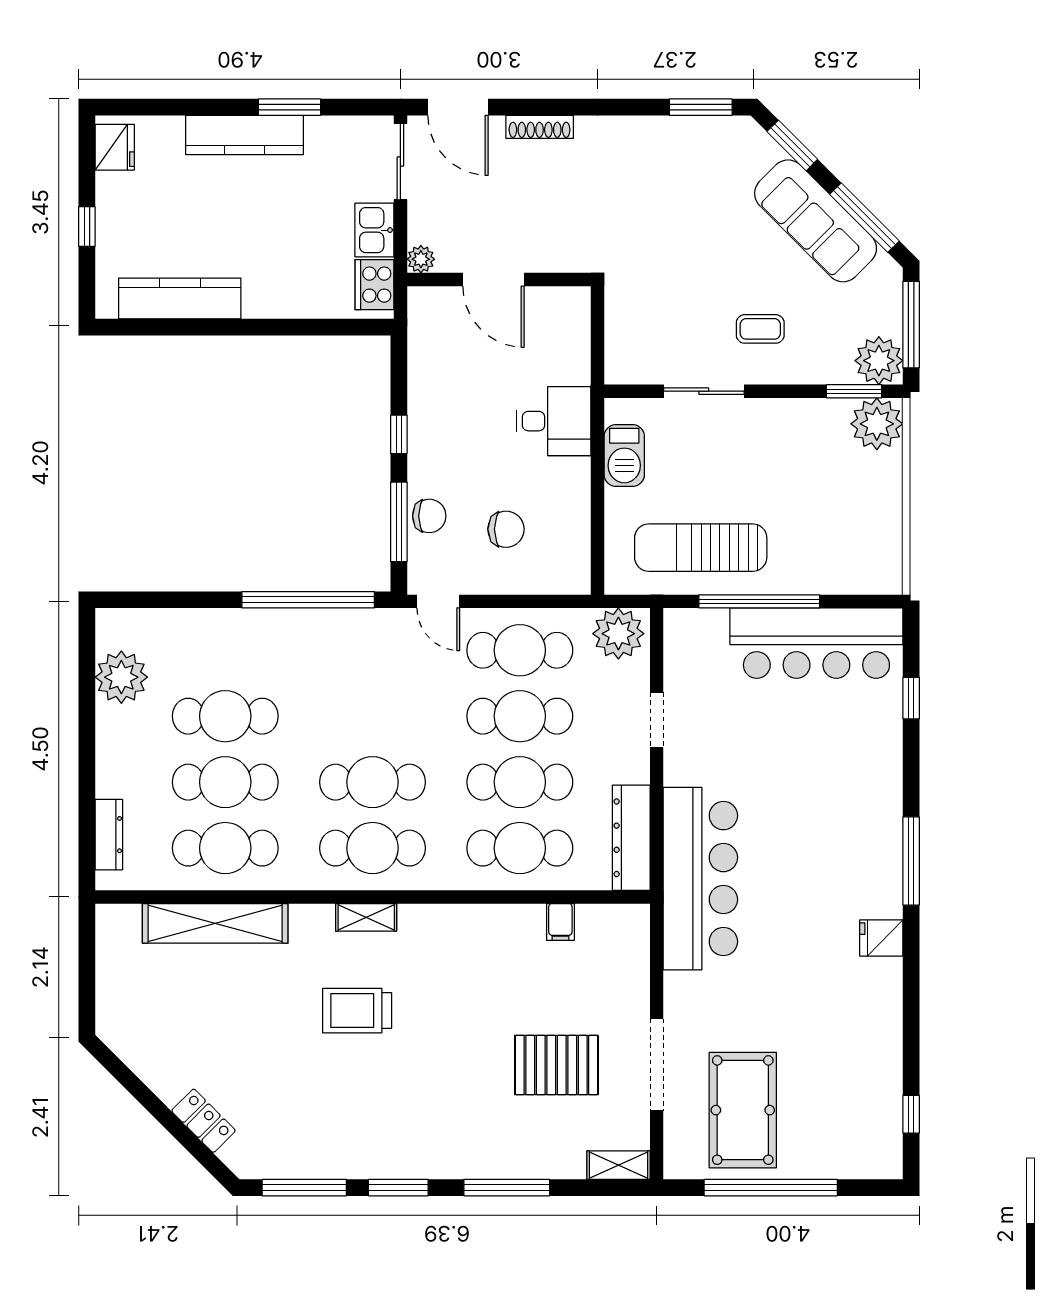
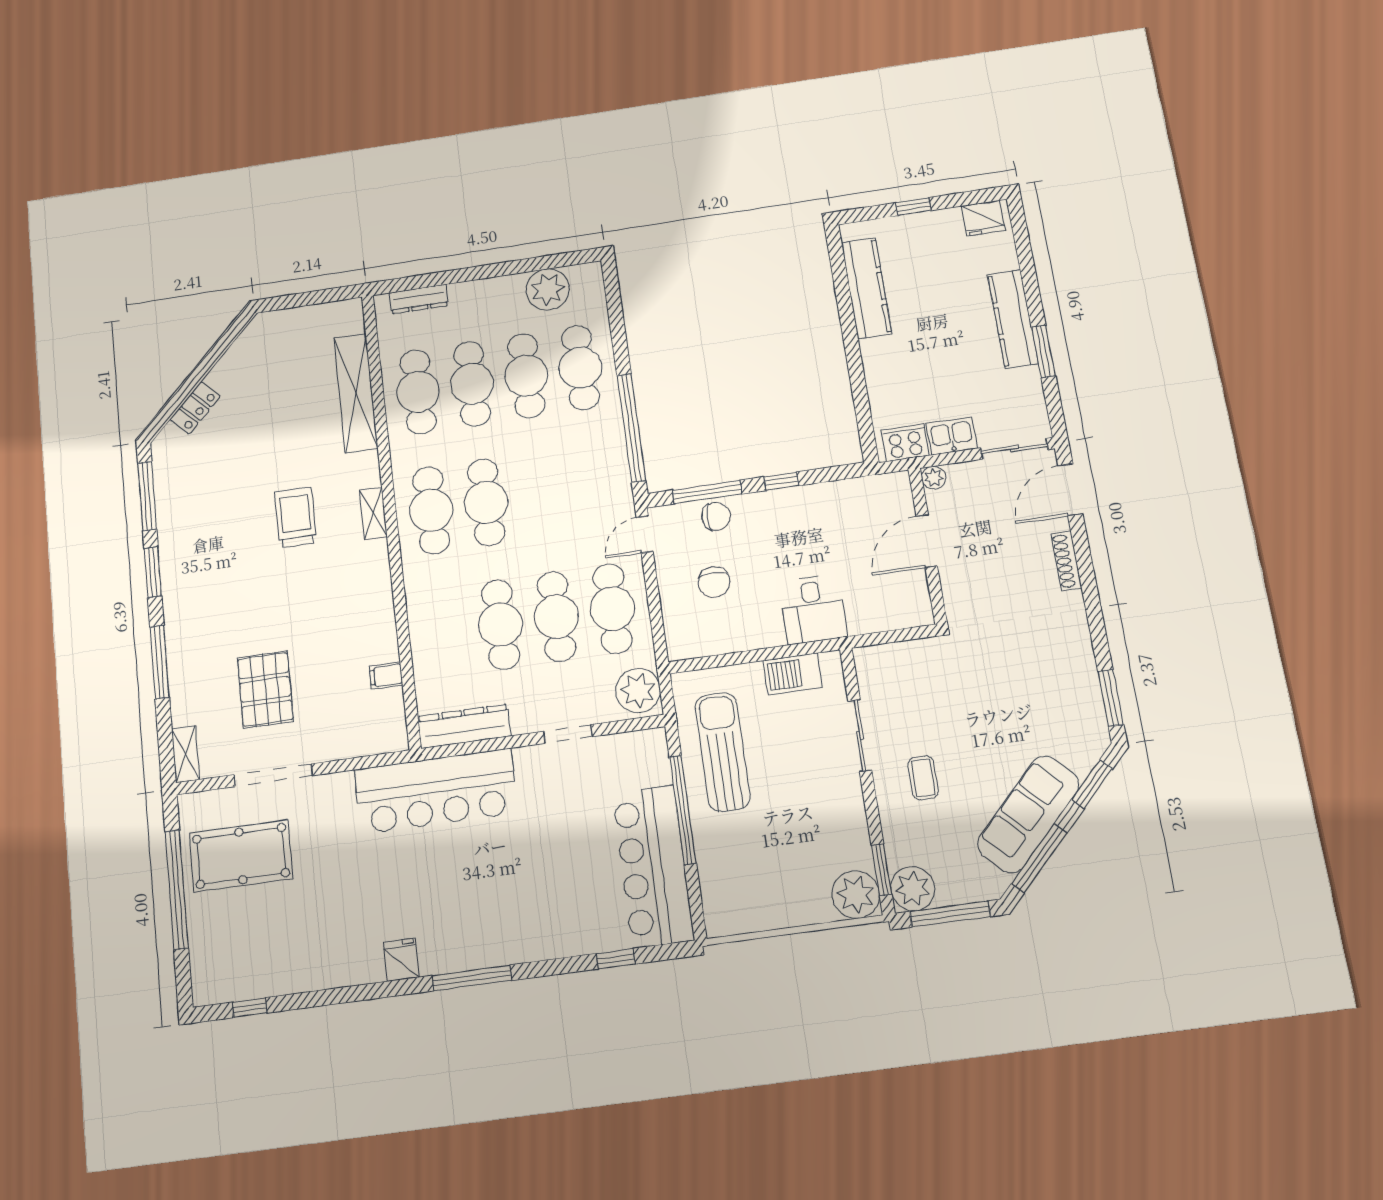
chair: (429, 516) -> (716, 516), turned -90
cafe table: (520, 848) -> (580, 368), moved

